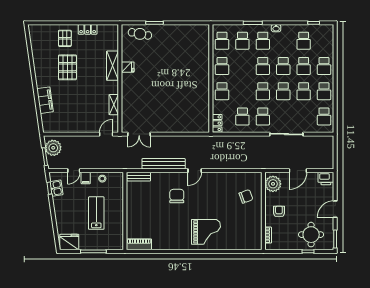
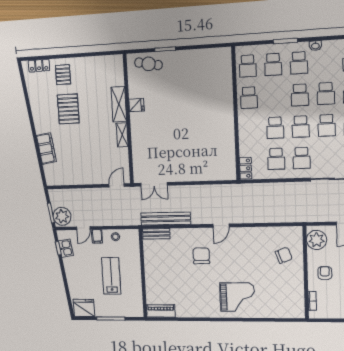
locker: (88, 29) -> (39, 66), moved
school desk: (222, 91) -> (275, 128), moved
shelving: (114, 105) -> (122, 135), moved
plant: (53, 148) -> (62, 216), moved
bench: (164, 164) -> (166, 219), moved

